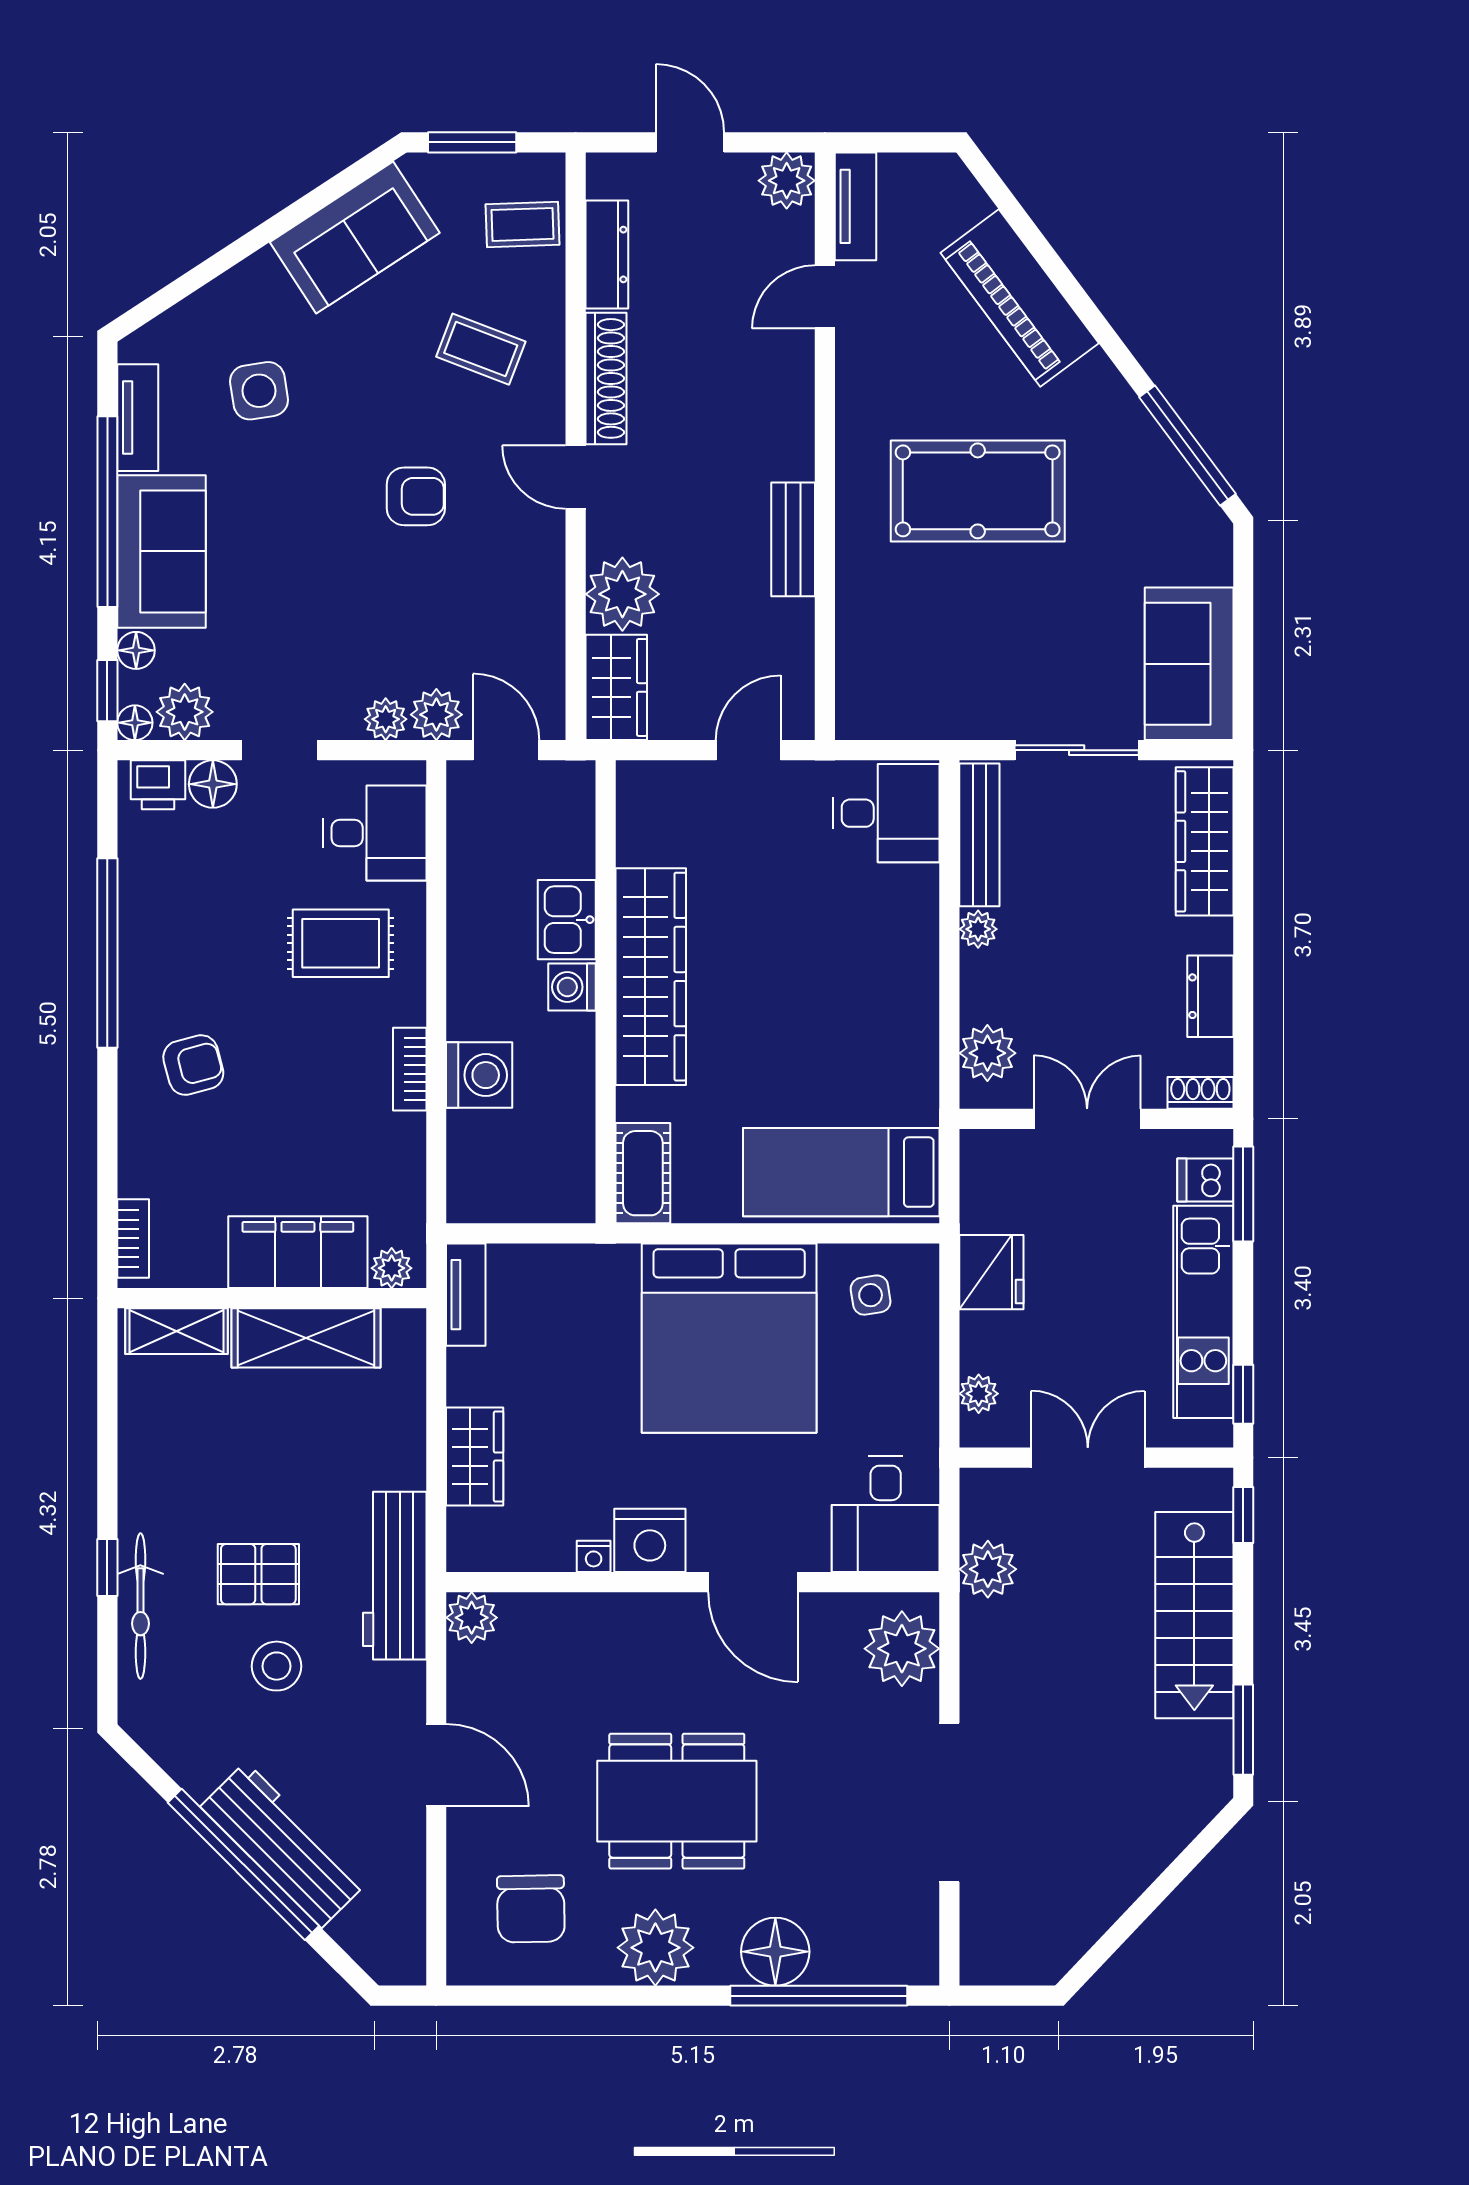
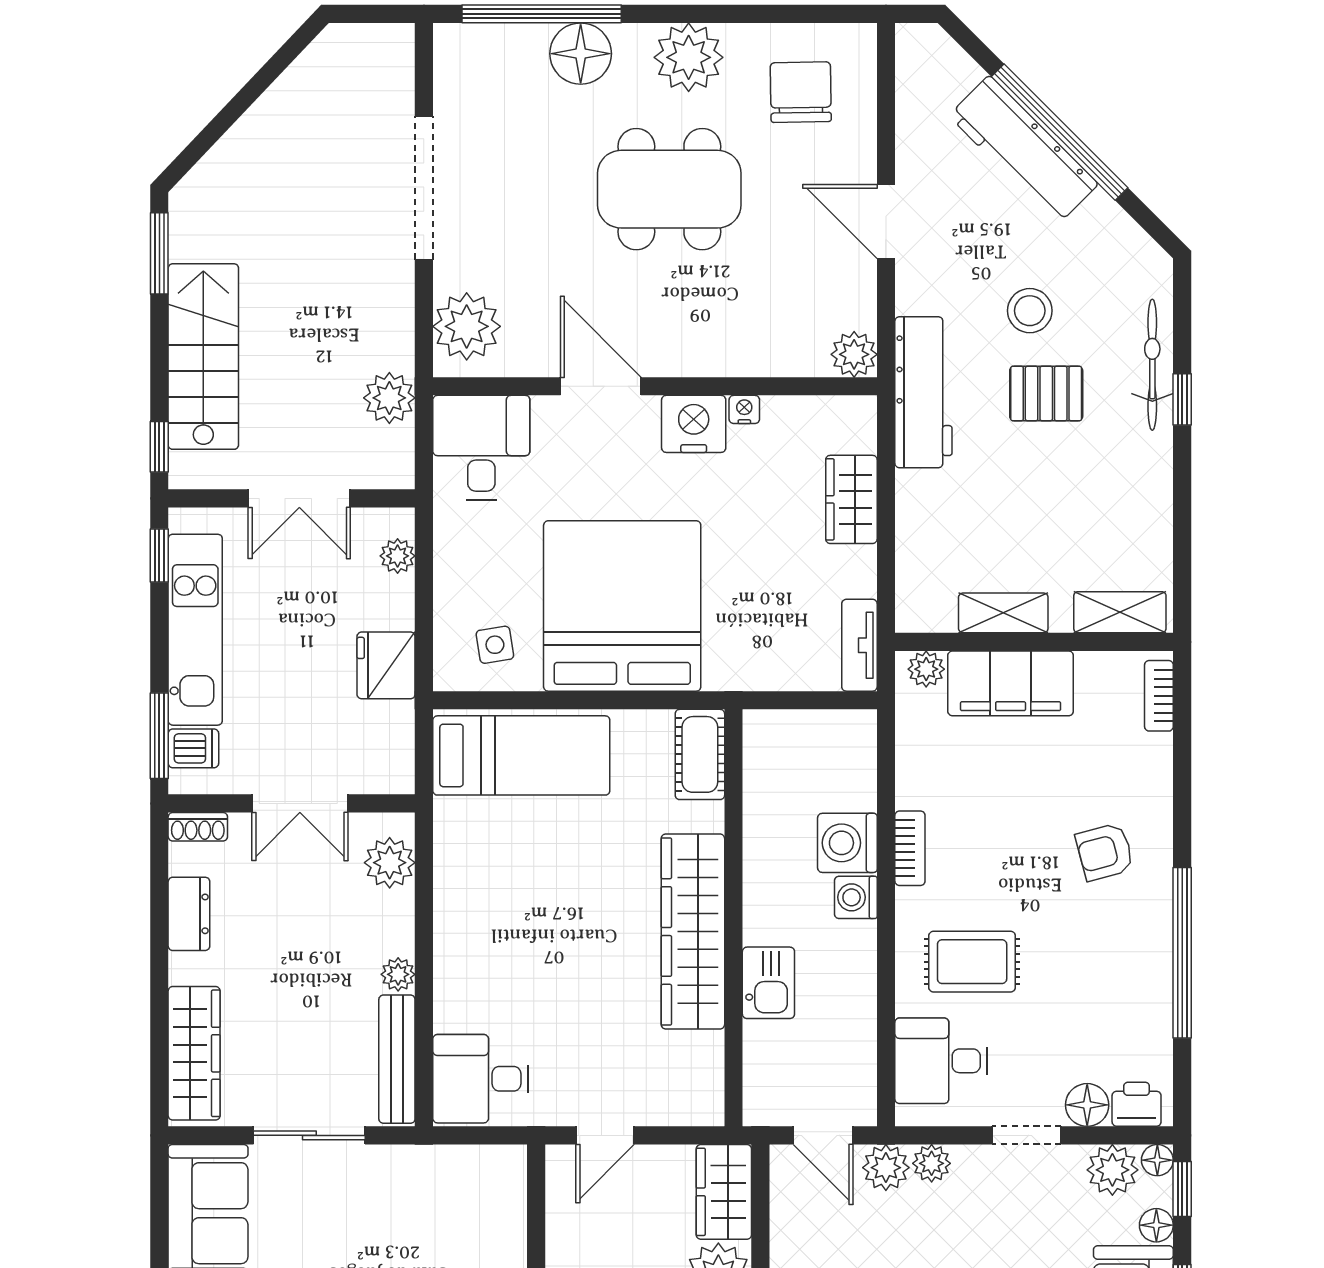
washing machine: (572, 987) -> (856, 897), moved, turned 180
shelving: (306, 1338) -> (1003, 613), width x0.67, depth x0.75

